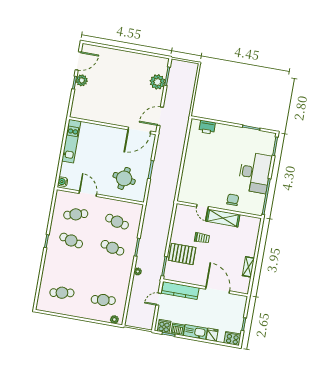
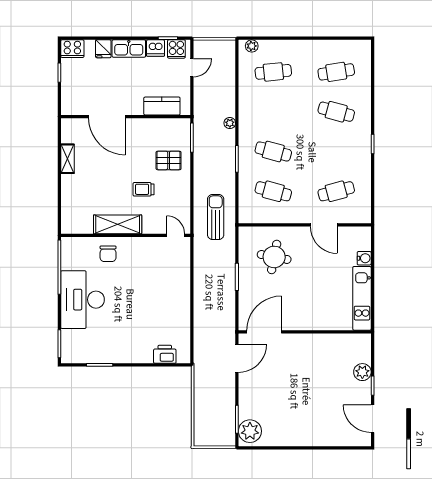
door: (78, 61) -> (373, 419), hinge flipped
plant: (82, 80) -> (362, 372), moved
plant: (157, 82) -> (250, 431), moved
water cooler: (63, 182) -> (364, 258), moved
door: (202, 207) -> (176, 235), moved
sun lounger: (158, 211) -> (216, 217), added
cafe table: (71, 240) -> (336, 112), moved
pallet: (182, 254) -> (169, 160), width x0.67, depth x0.71
kitchen counter: (180, 290) -> (162, 106), width x0.67
door: (159, 299) -> (192, 68), moved

